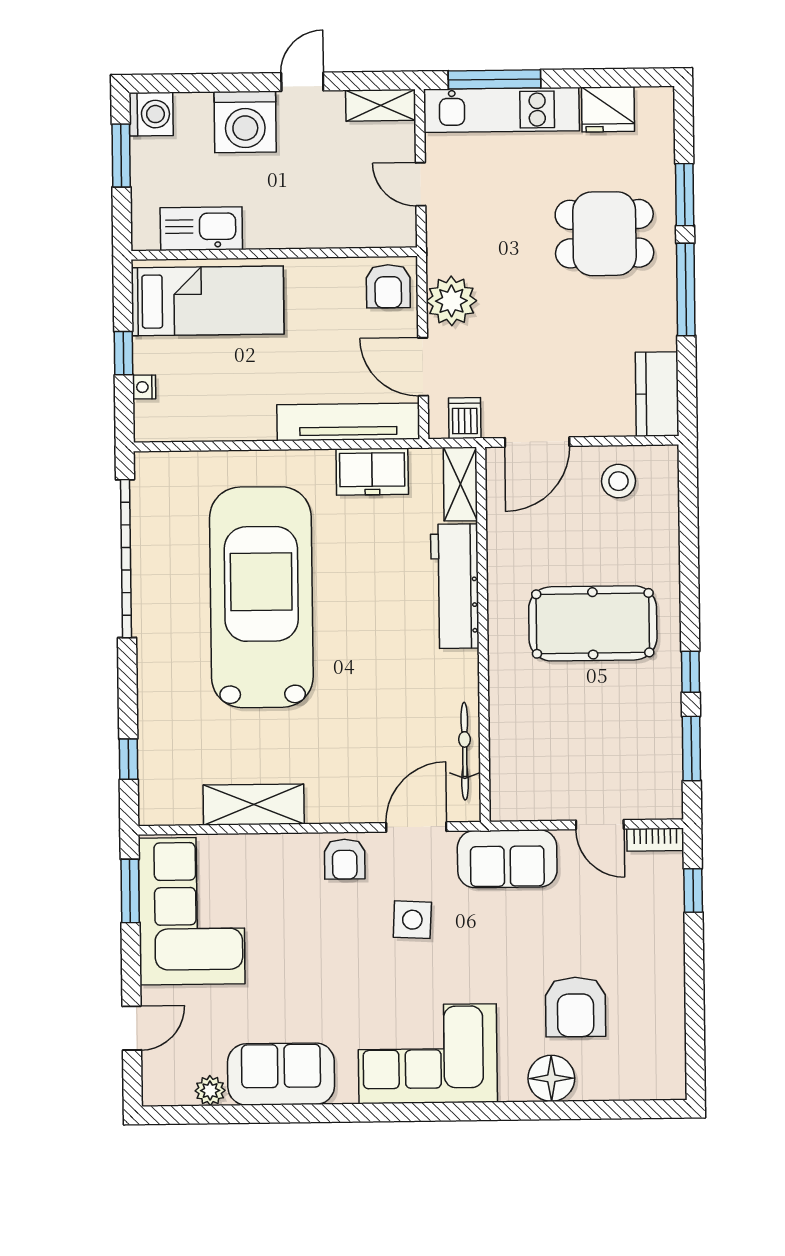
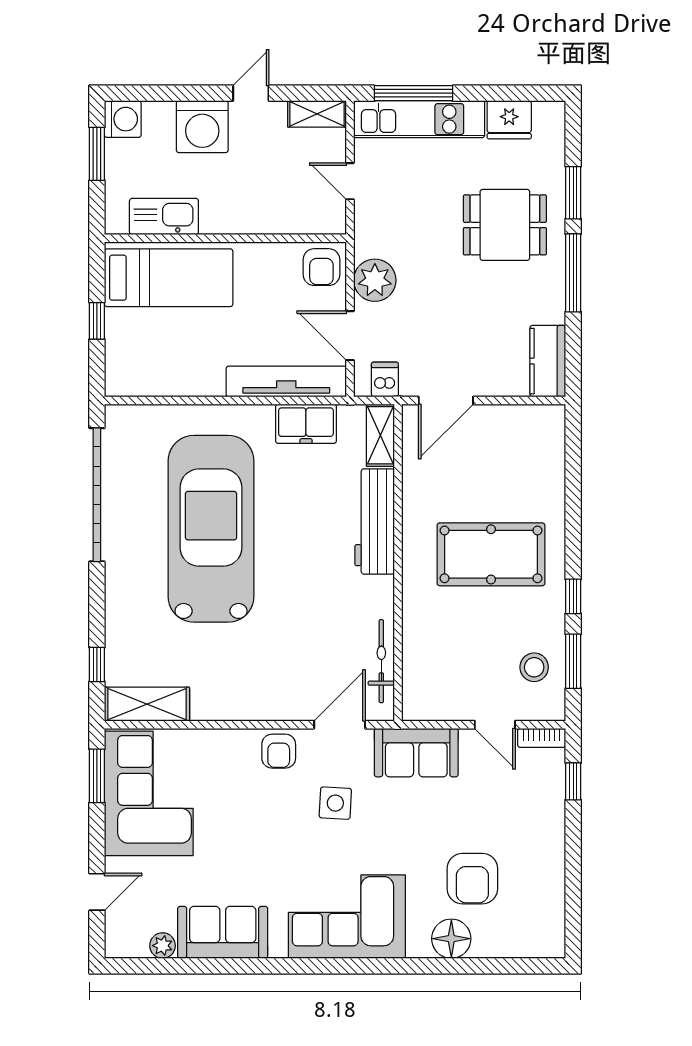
nightstand: (144, 387) -> (114, 350), removed
stool: (618, 481) -> (534, 667), moved
shelving: (254, 805) -> (147, 704), moved

